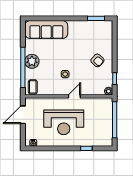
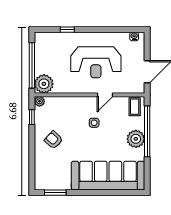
sofa: (46, 30) -> (108, 176), width x1.36, depth x1.27
door: (74, 96) -> (105, 95), moved
plant: (105, 105) -> (44, 84), added
reception desk: (64, 122) -> (96, 62), turned 180

